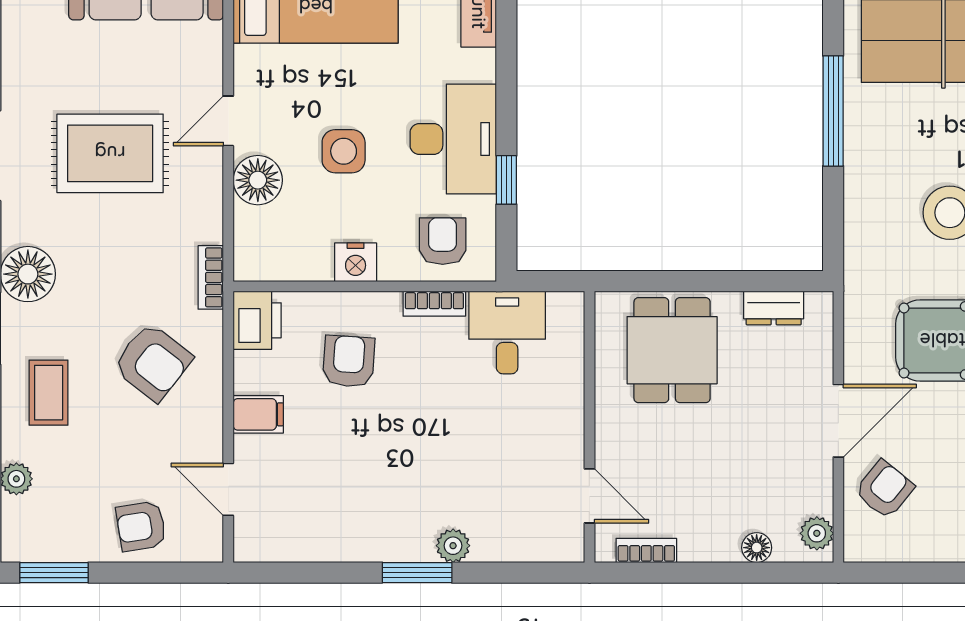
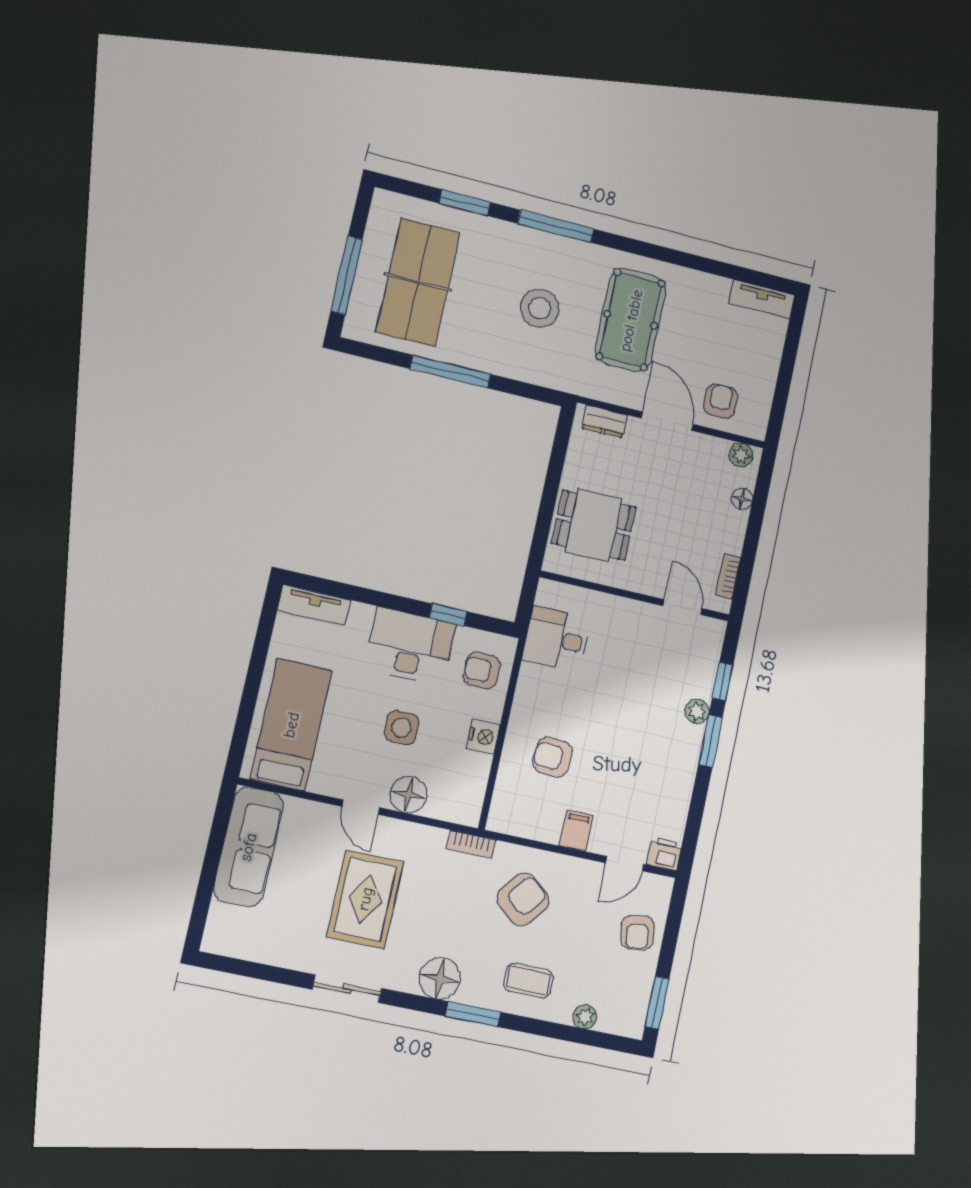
bookcase: (434, 304) -> (525, 686), removed
dresser: (774, 308) -> (605, 422), moved, turned 90
printer: (257, 320) -> (665, 854), moved, width x0.73, depth x0.81
armchair: (884, 489) -> (721, 401), turned 51
door: (589, 496) -> (683, 607), hinge flipped
window: (501, 573) -> (723, 682), added

